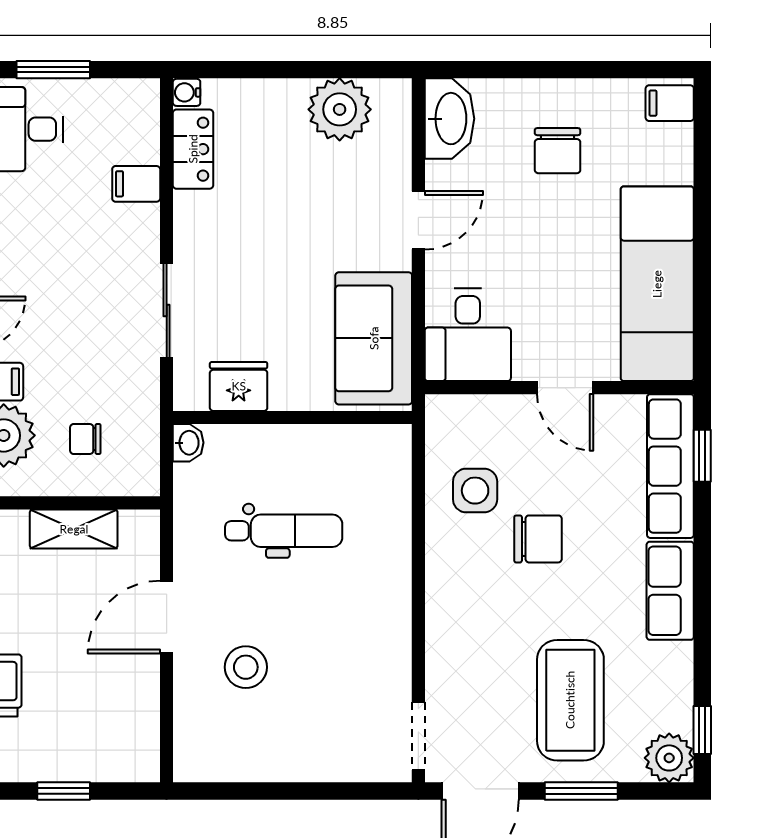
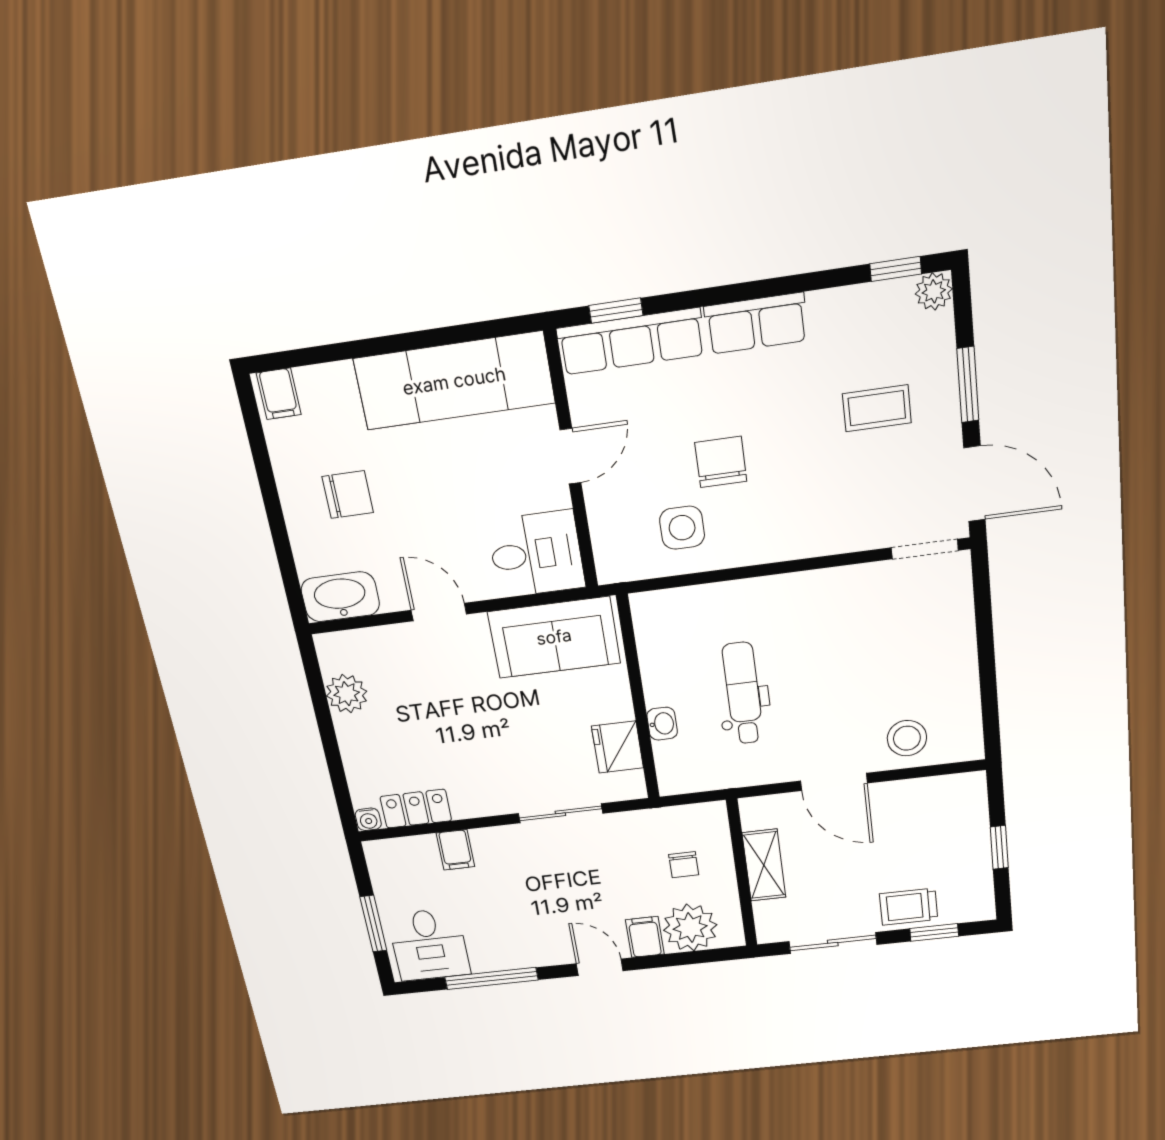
plant: (340, 109) -> (347, 694), width x0.73, depth x0.73
washbasin: (188, 443) -> (662, 724), moved, turned 90
stool: (246, 667) -> (907, 738), moved
coffee table: (570, 700) -> (877, 408), width x0.54, depth x0.58
plant: (669, 758) -> (934, 291), width x0.73, depth x0.73

